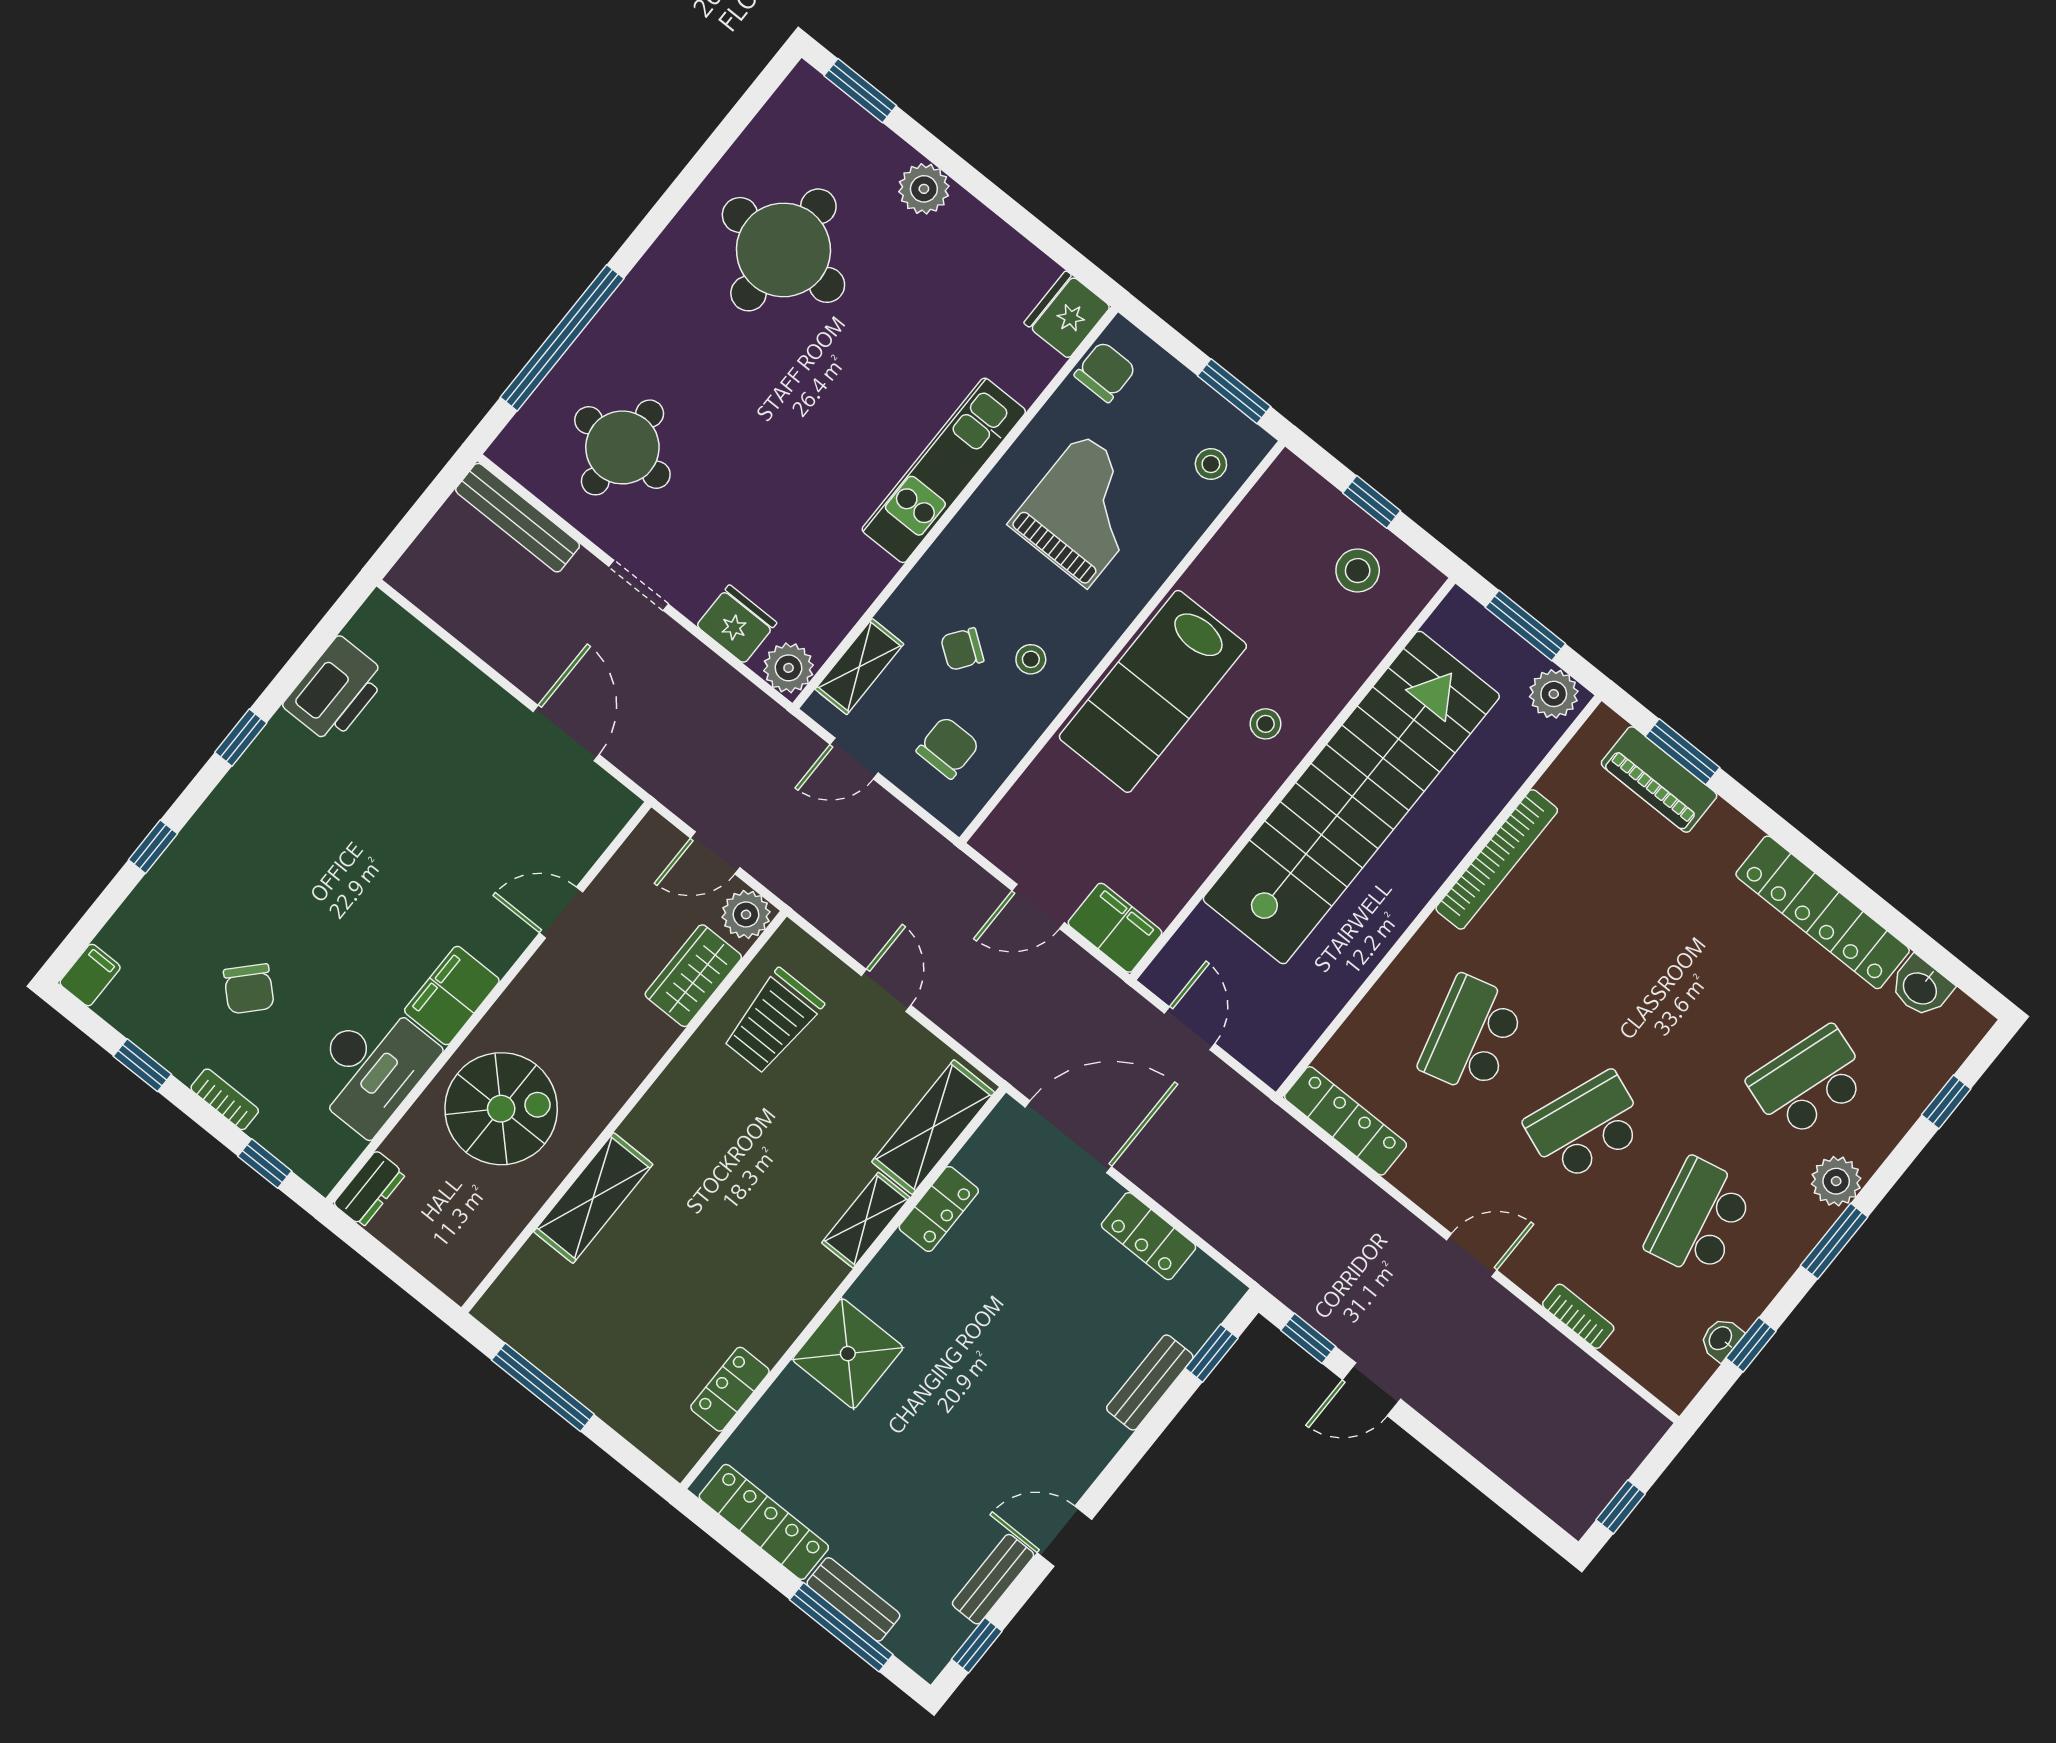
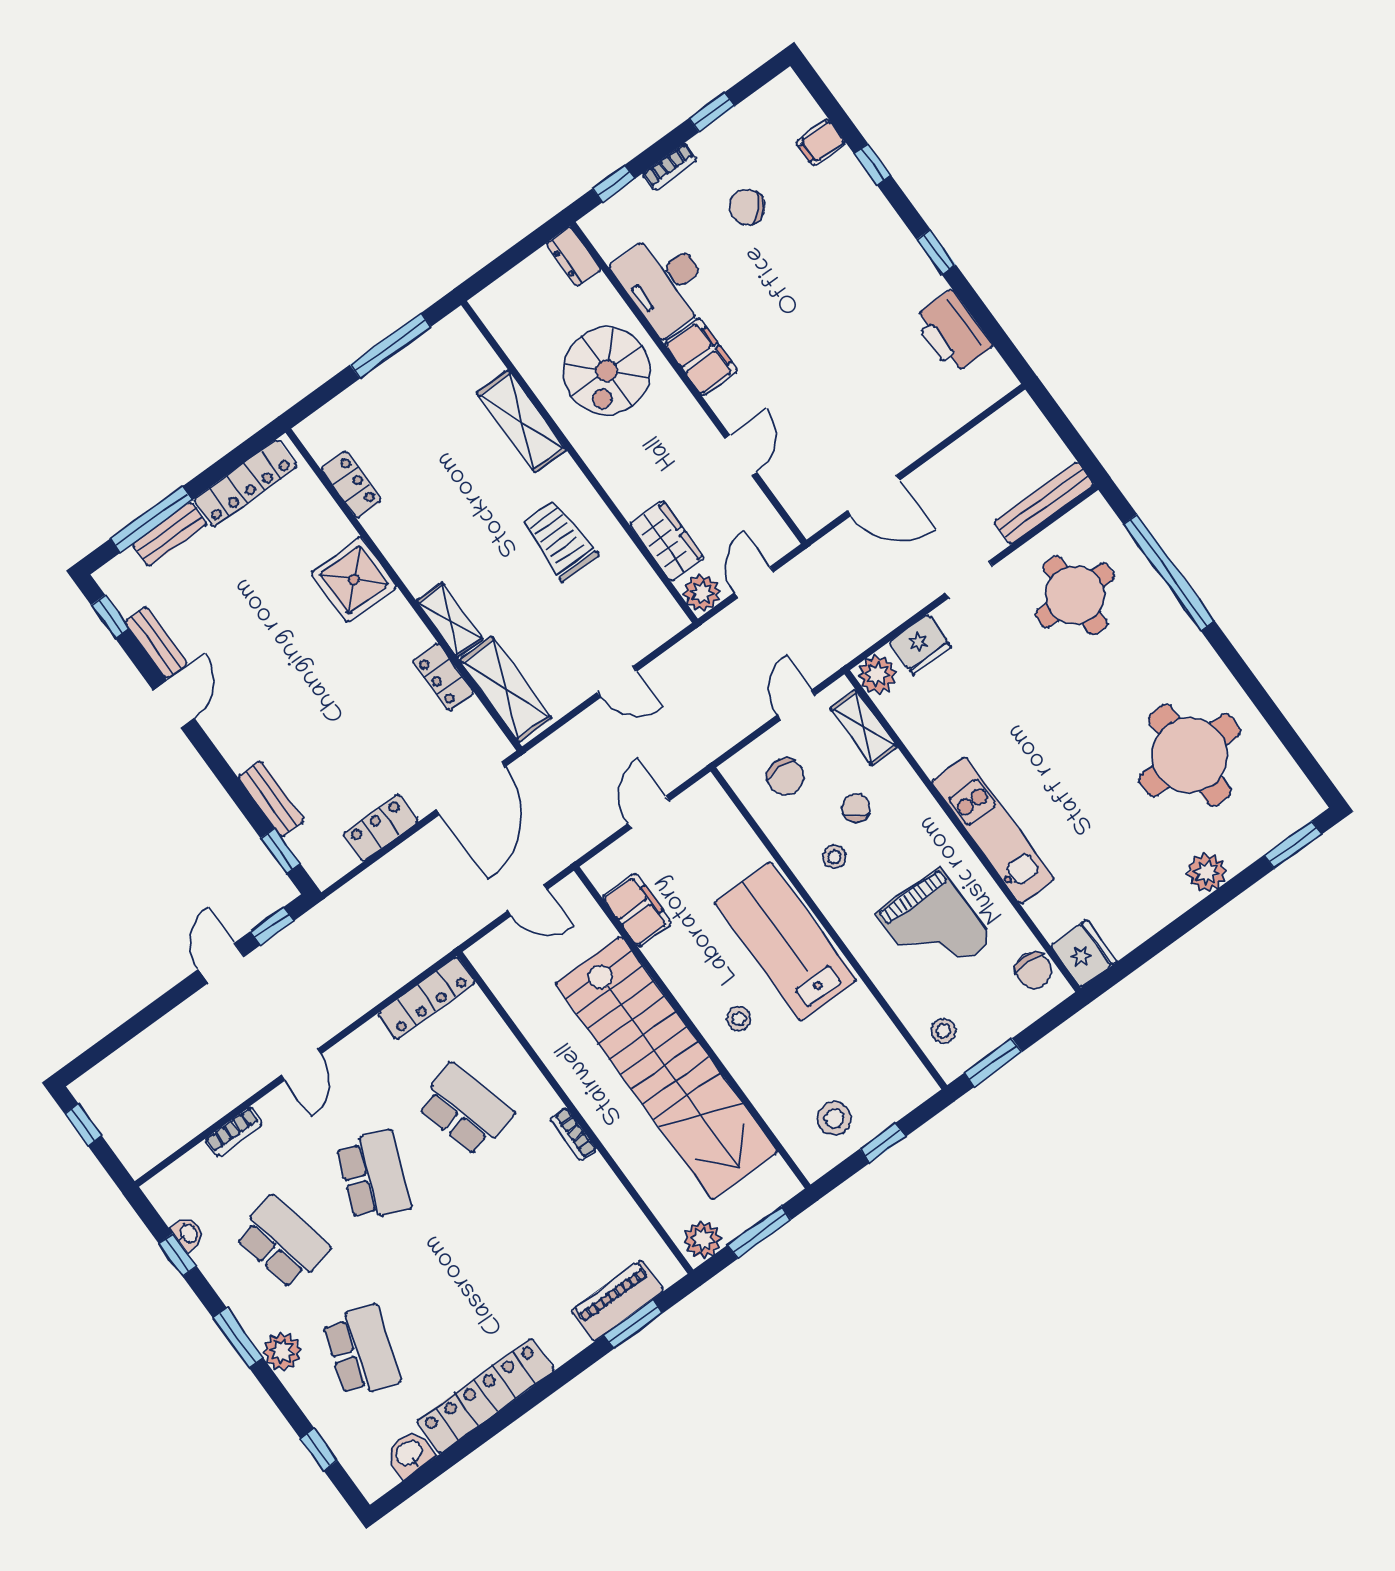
bookcase: (1497, 859) -> (573, 1134), width x0.43, depth x0.76
filing cabinet: (1115, 928) -> (637, 910), moved, turned -90
filing cabinet: (90, 975) -> (821, 143), moved, turned 90
trolley: (773, 1021) -> (560, 540), moved

